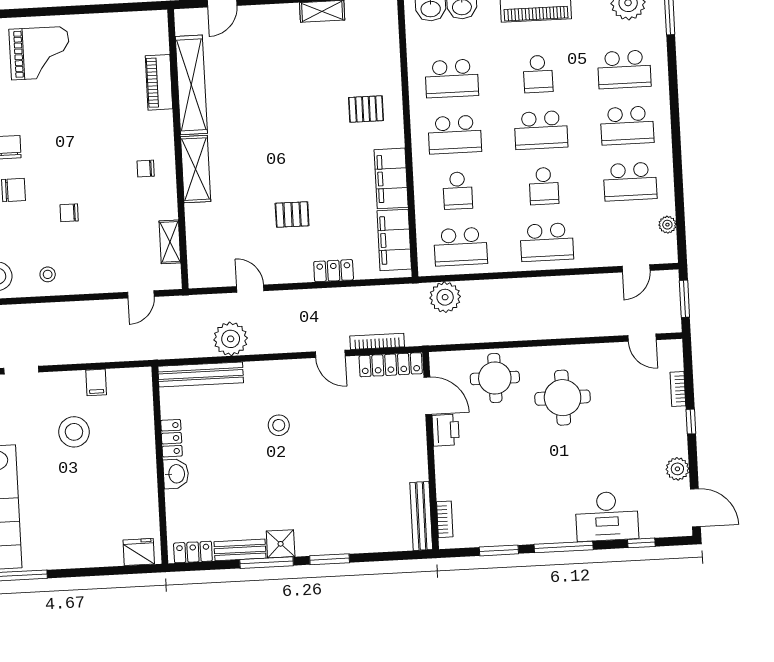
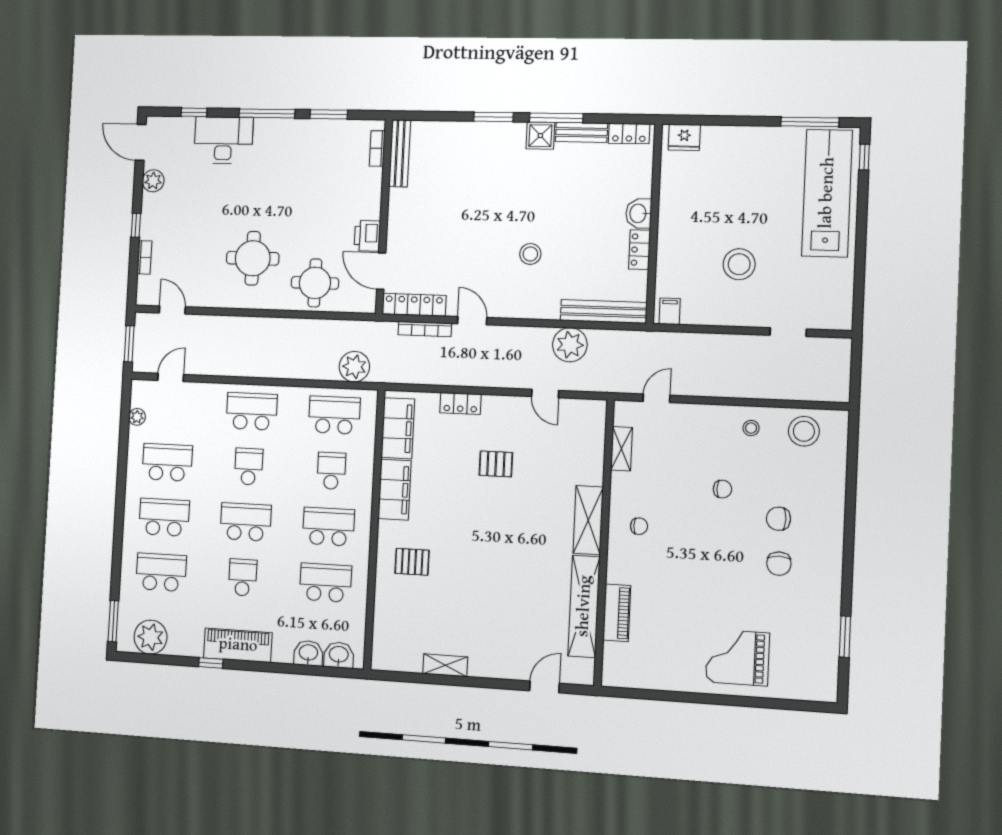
filing cabinet: (96, 382) -> (670, 311), moved

